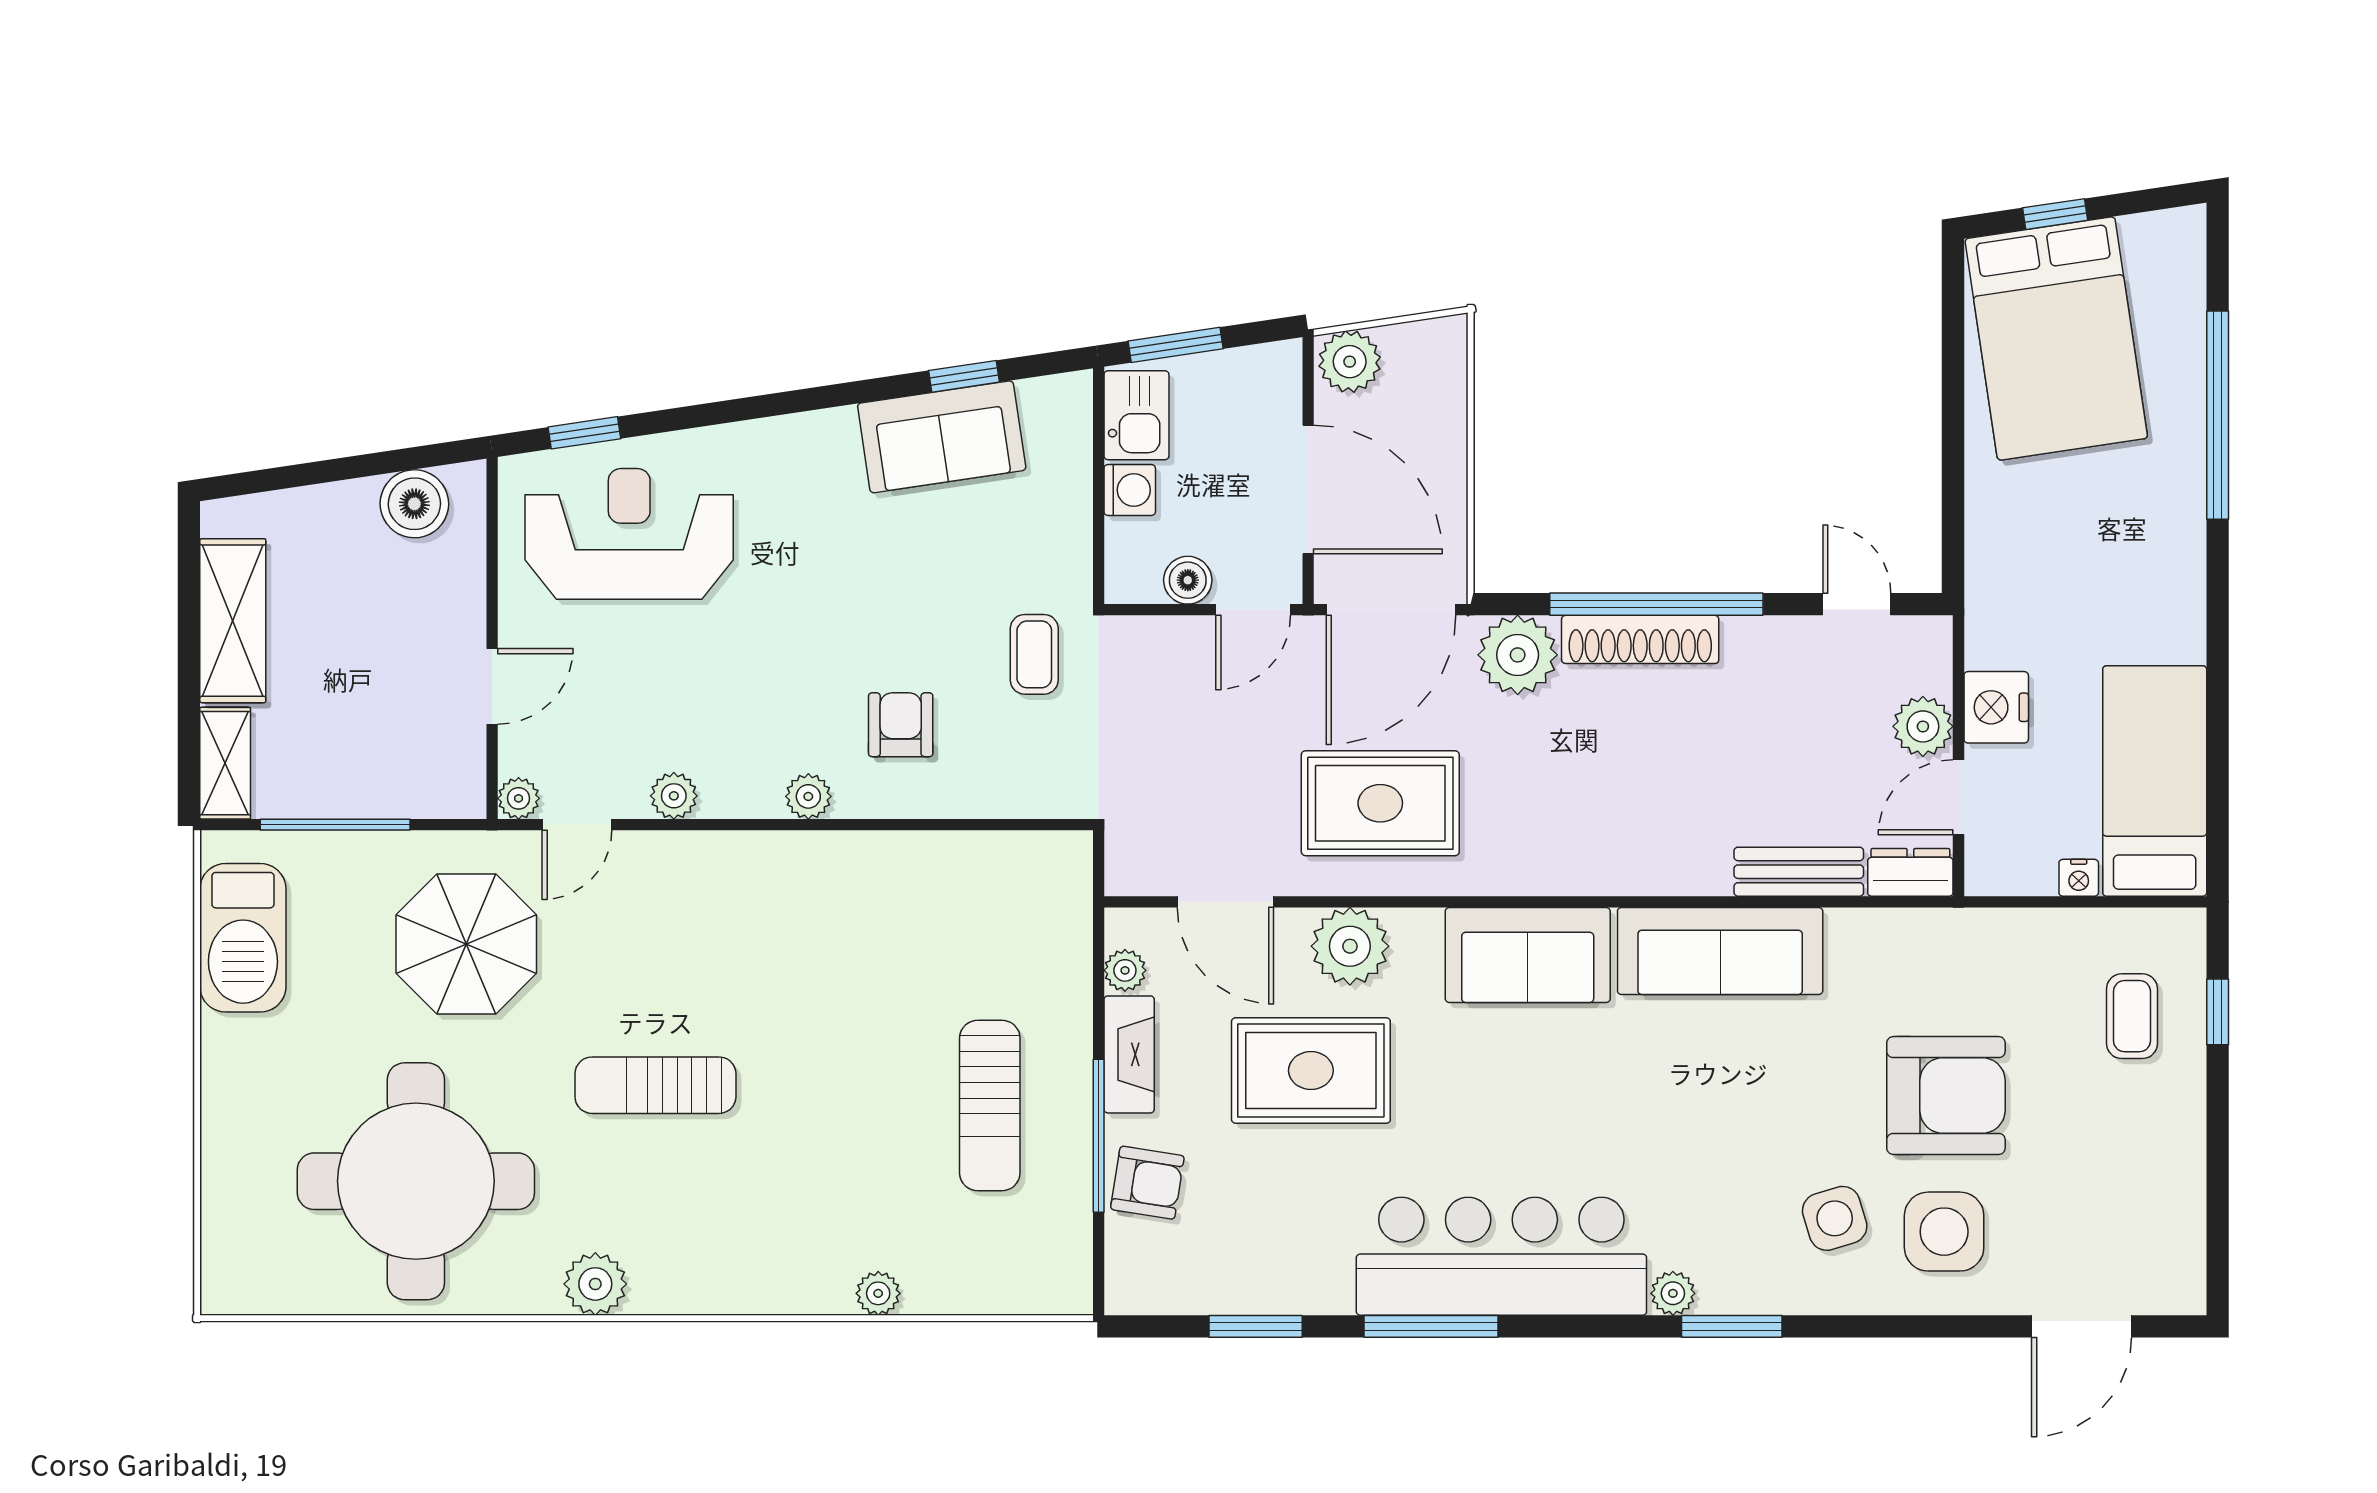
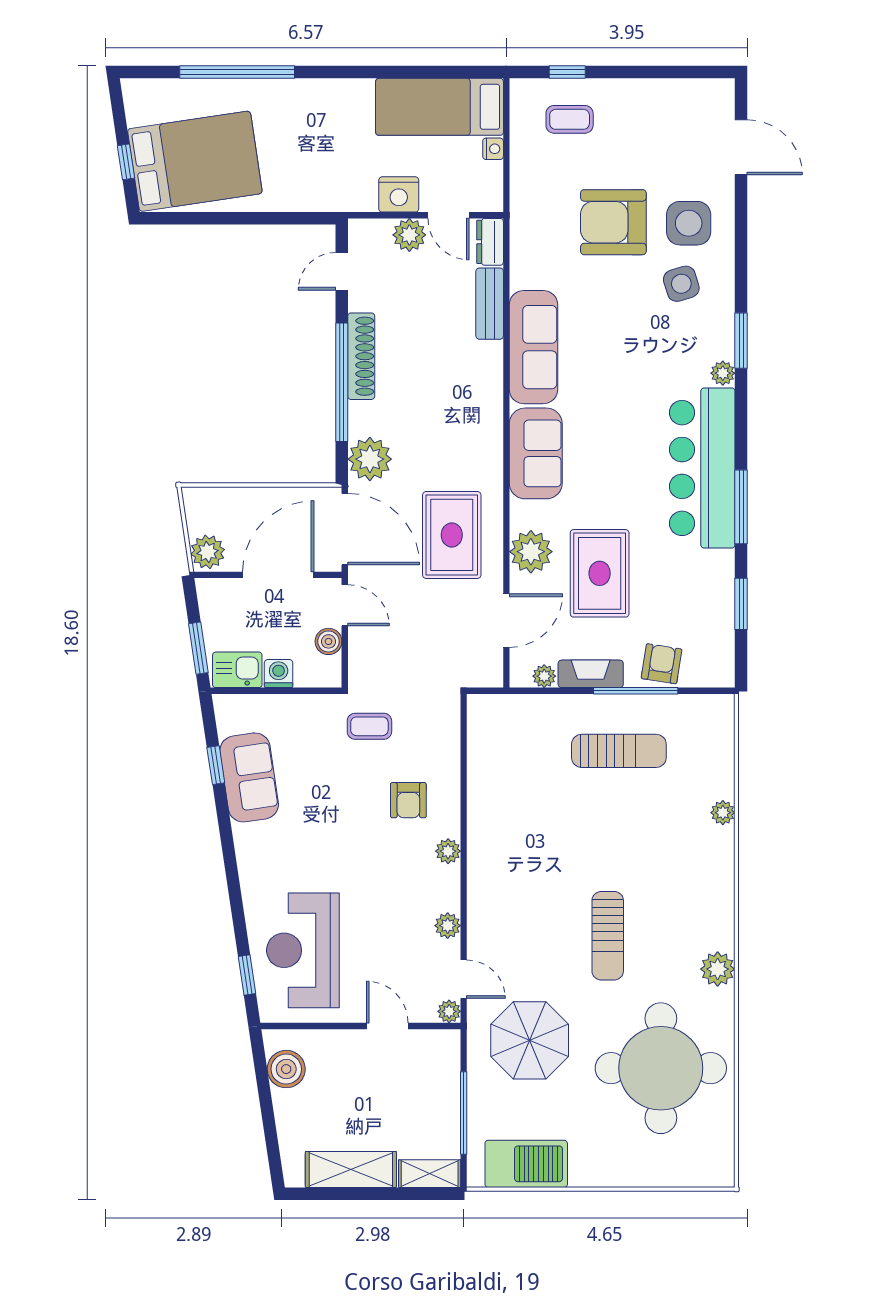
shoe rack: (1640, 639) -> (361, 356), moved
armchair: (901, 725) -> (408, 800), turned -90
armchair: (1946, 1095) -> (613, 222), turned -90

